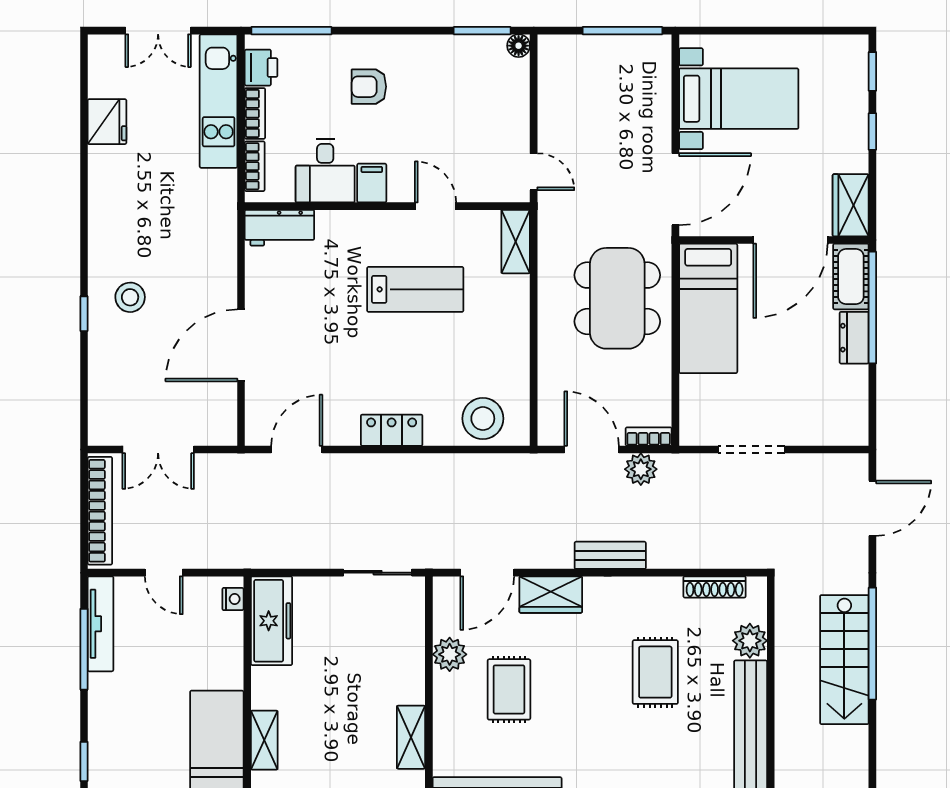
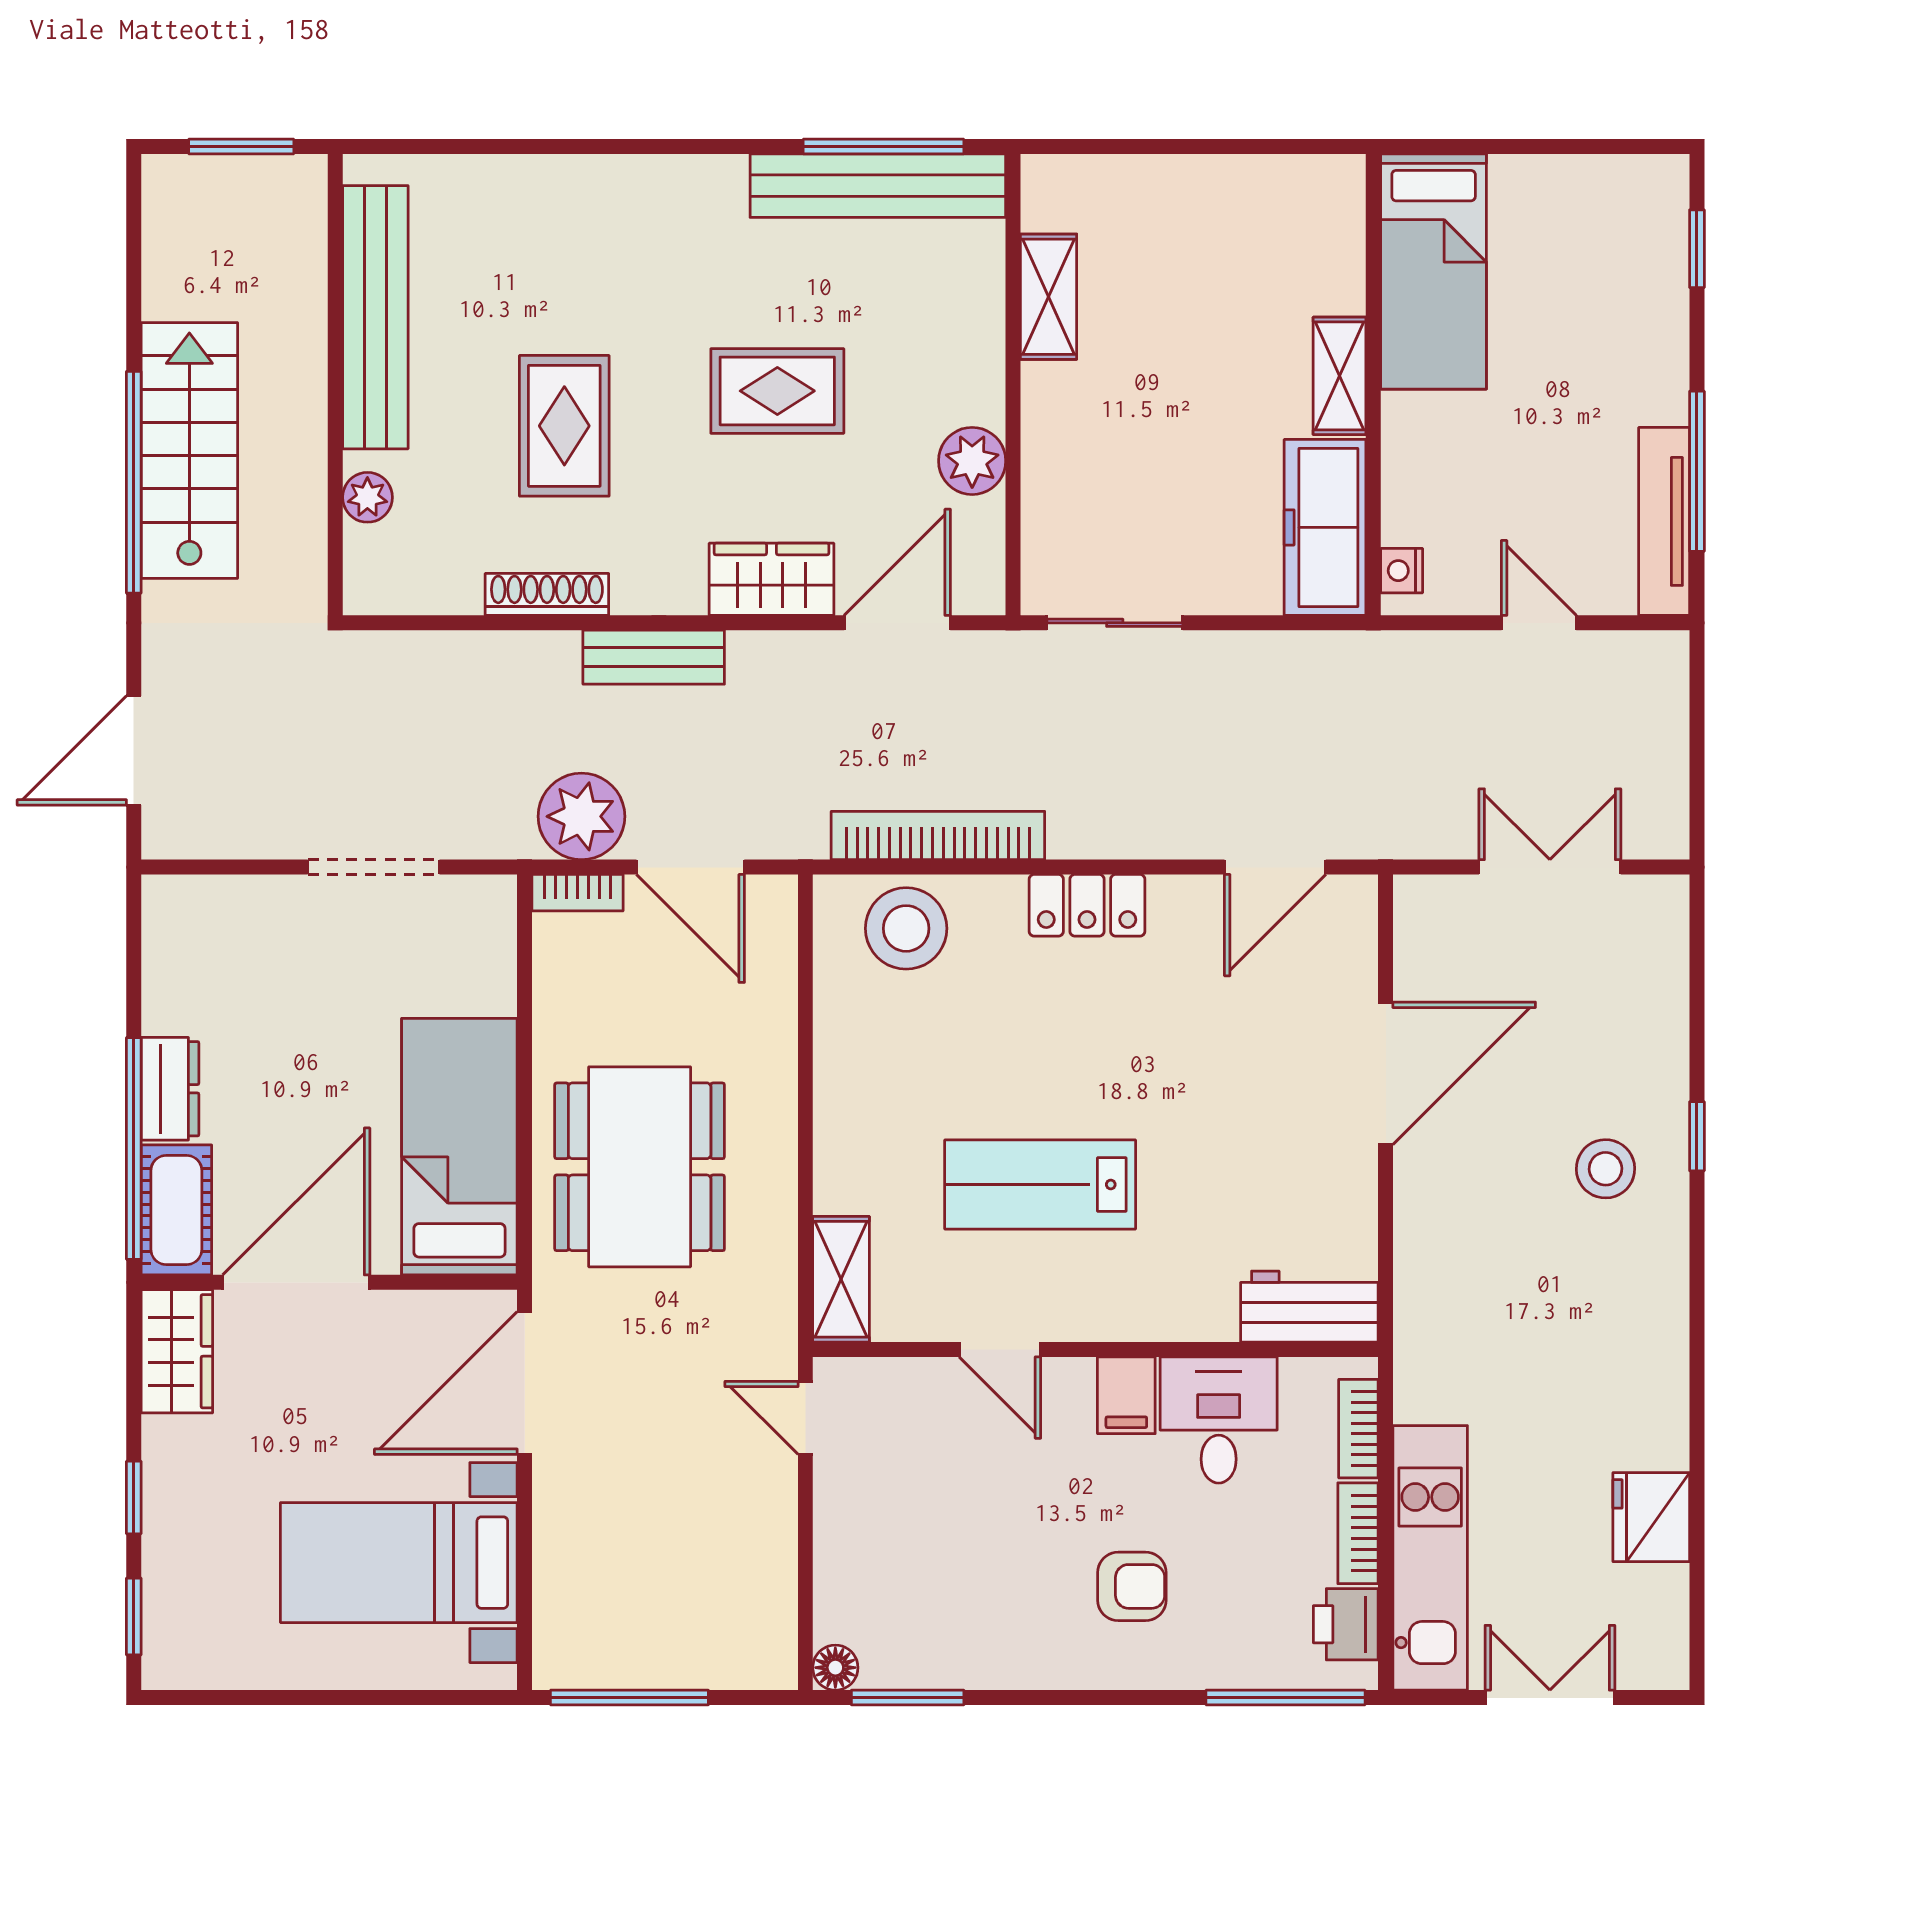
plant: (641, 469) -> (581, 816), width x1.36, depth x1.36
bookcase: (100, 511) -> (938, 836), moved, turned 90
shoe rack: (715, 587) -> (547, 594), moved
plant: (750, 641) -> (367, 497), width x0.73, depth x0.73
rug: (509, 689) -> (777, 391), moved, turned 90
shelving: (264, 740) -> (1340, 376), moved

